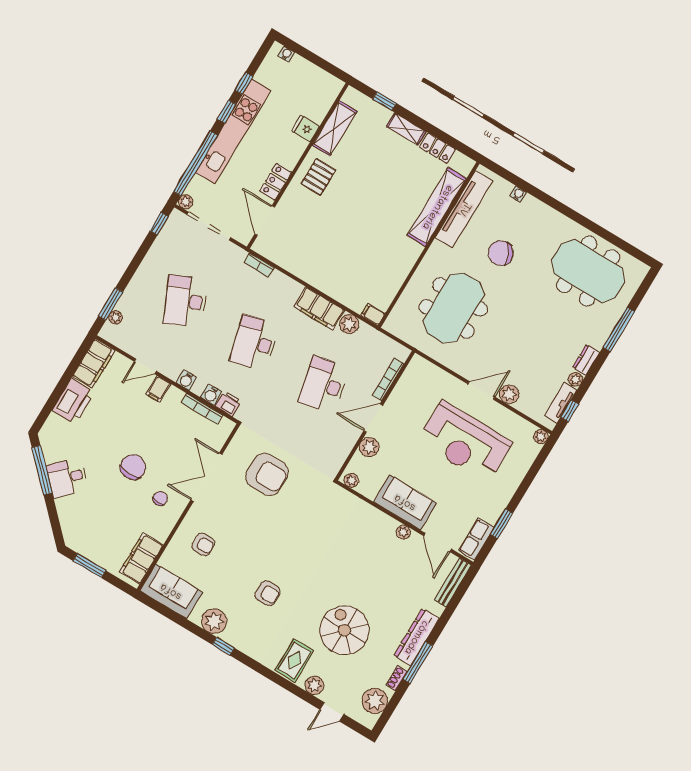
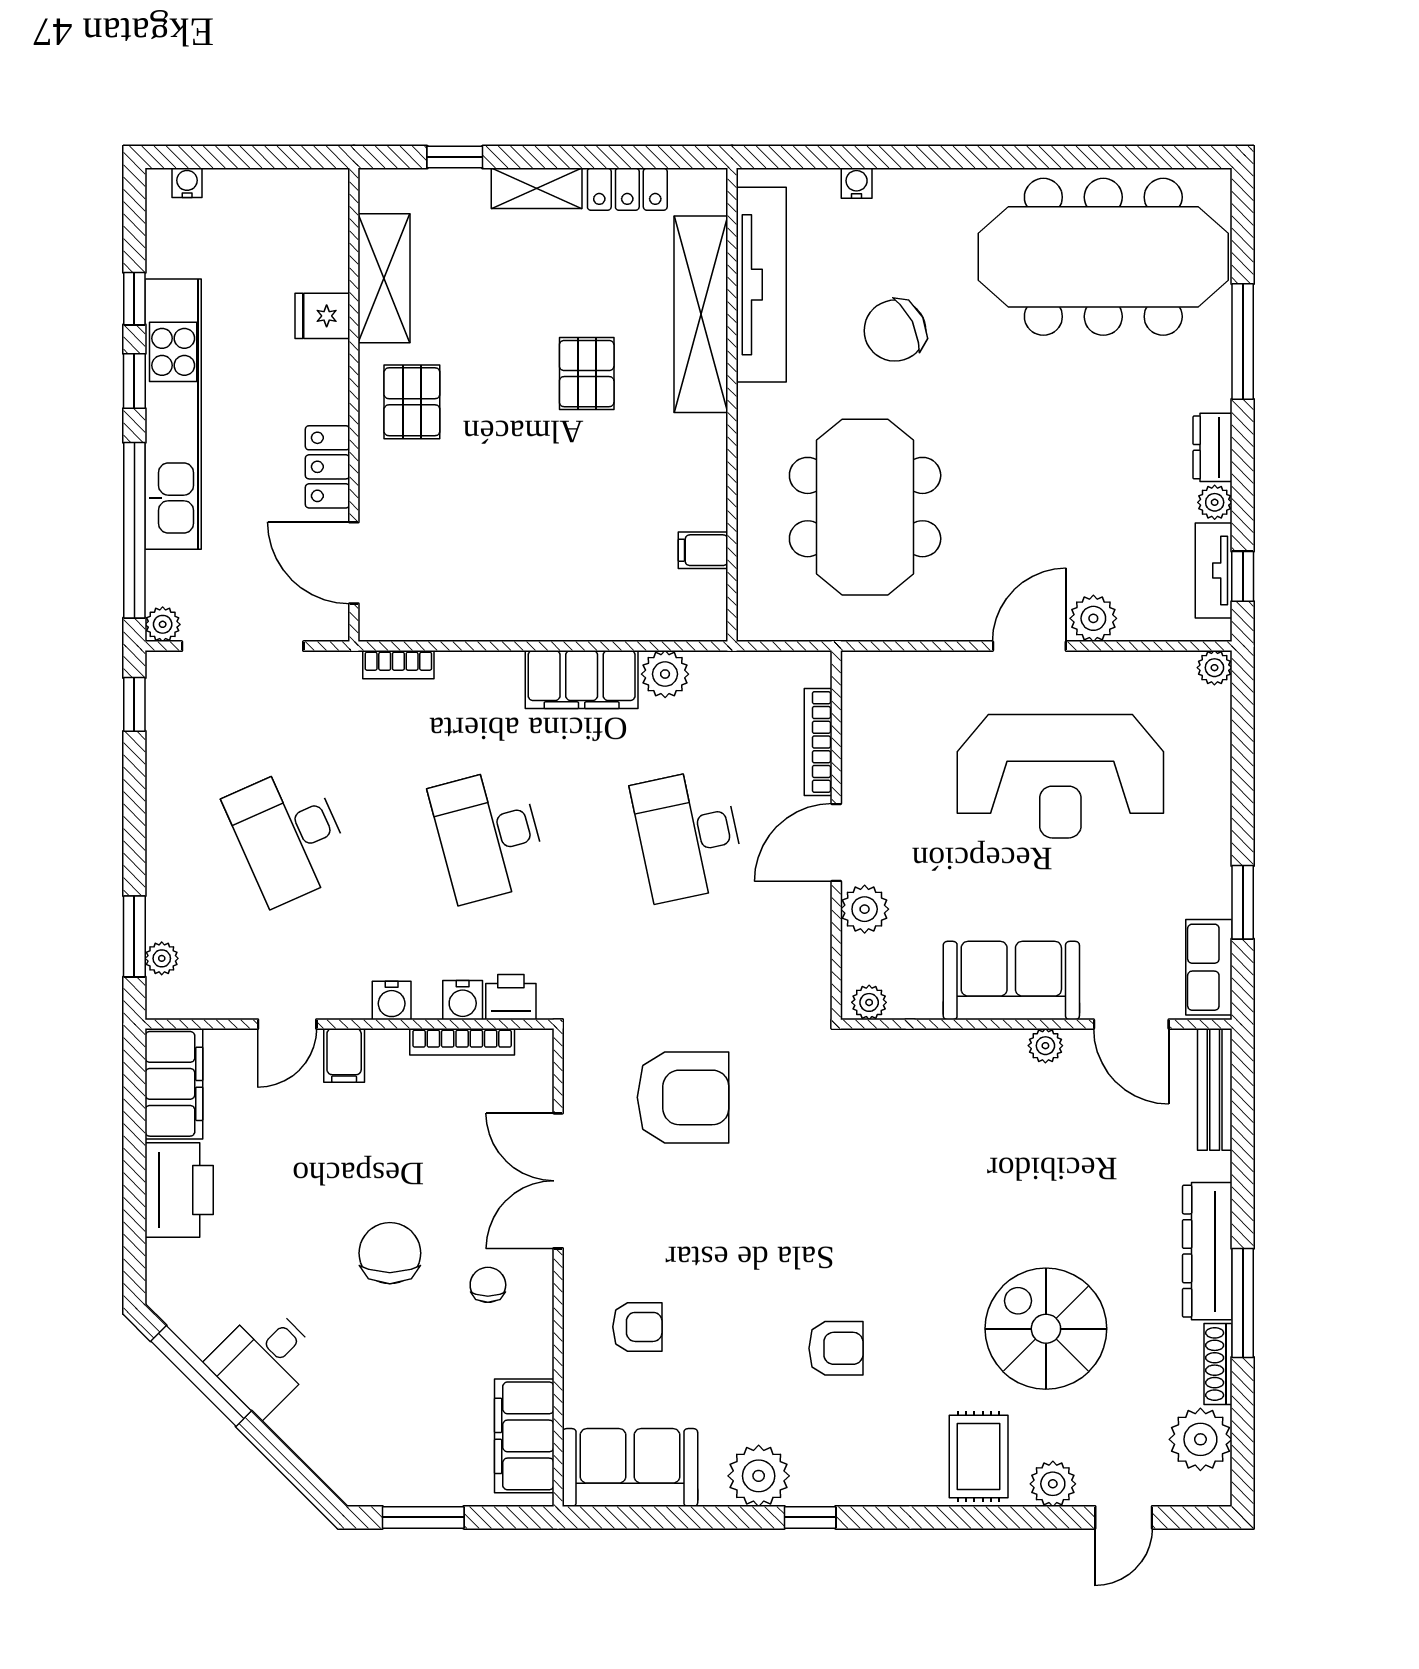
pallet: (385, 204) -> (587, 374), added
meeting table: (588, 271) -> (1103, 257), width x1.36
filing cabinet: (373, 314) -> (703, 550), moved
shoe rack: (397, 678) -> (1218, 1364), width x1.43

